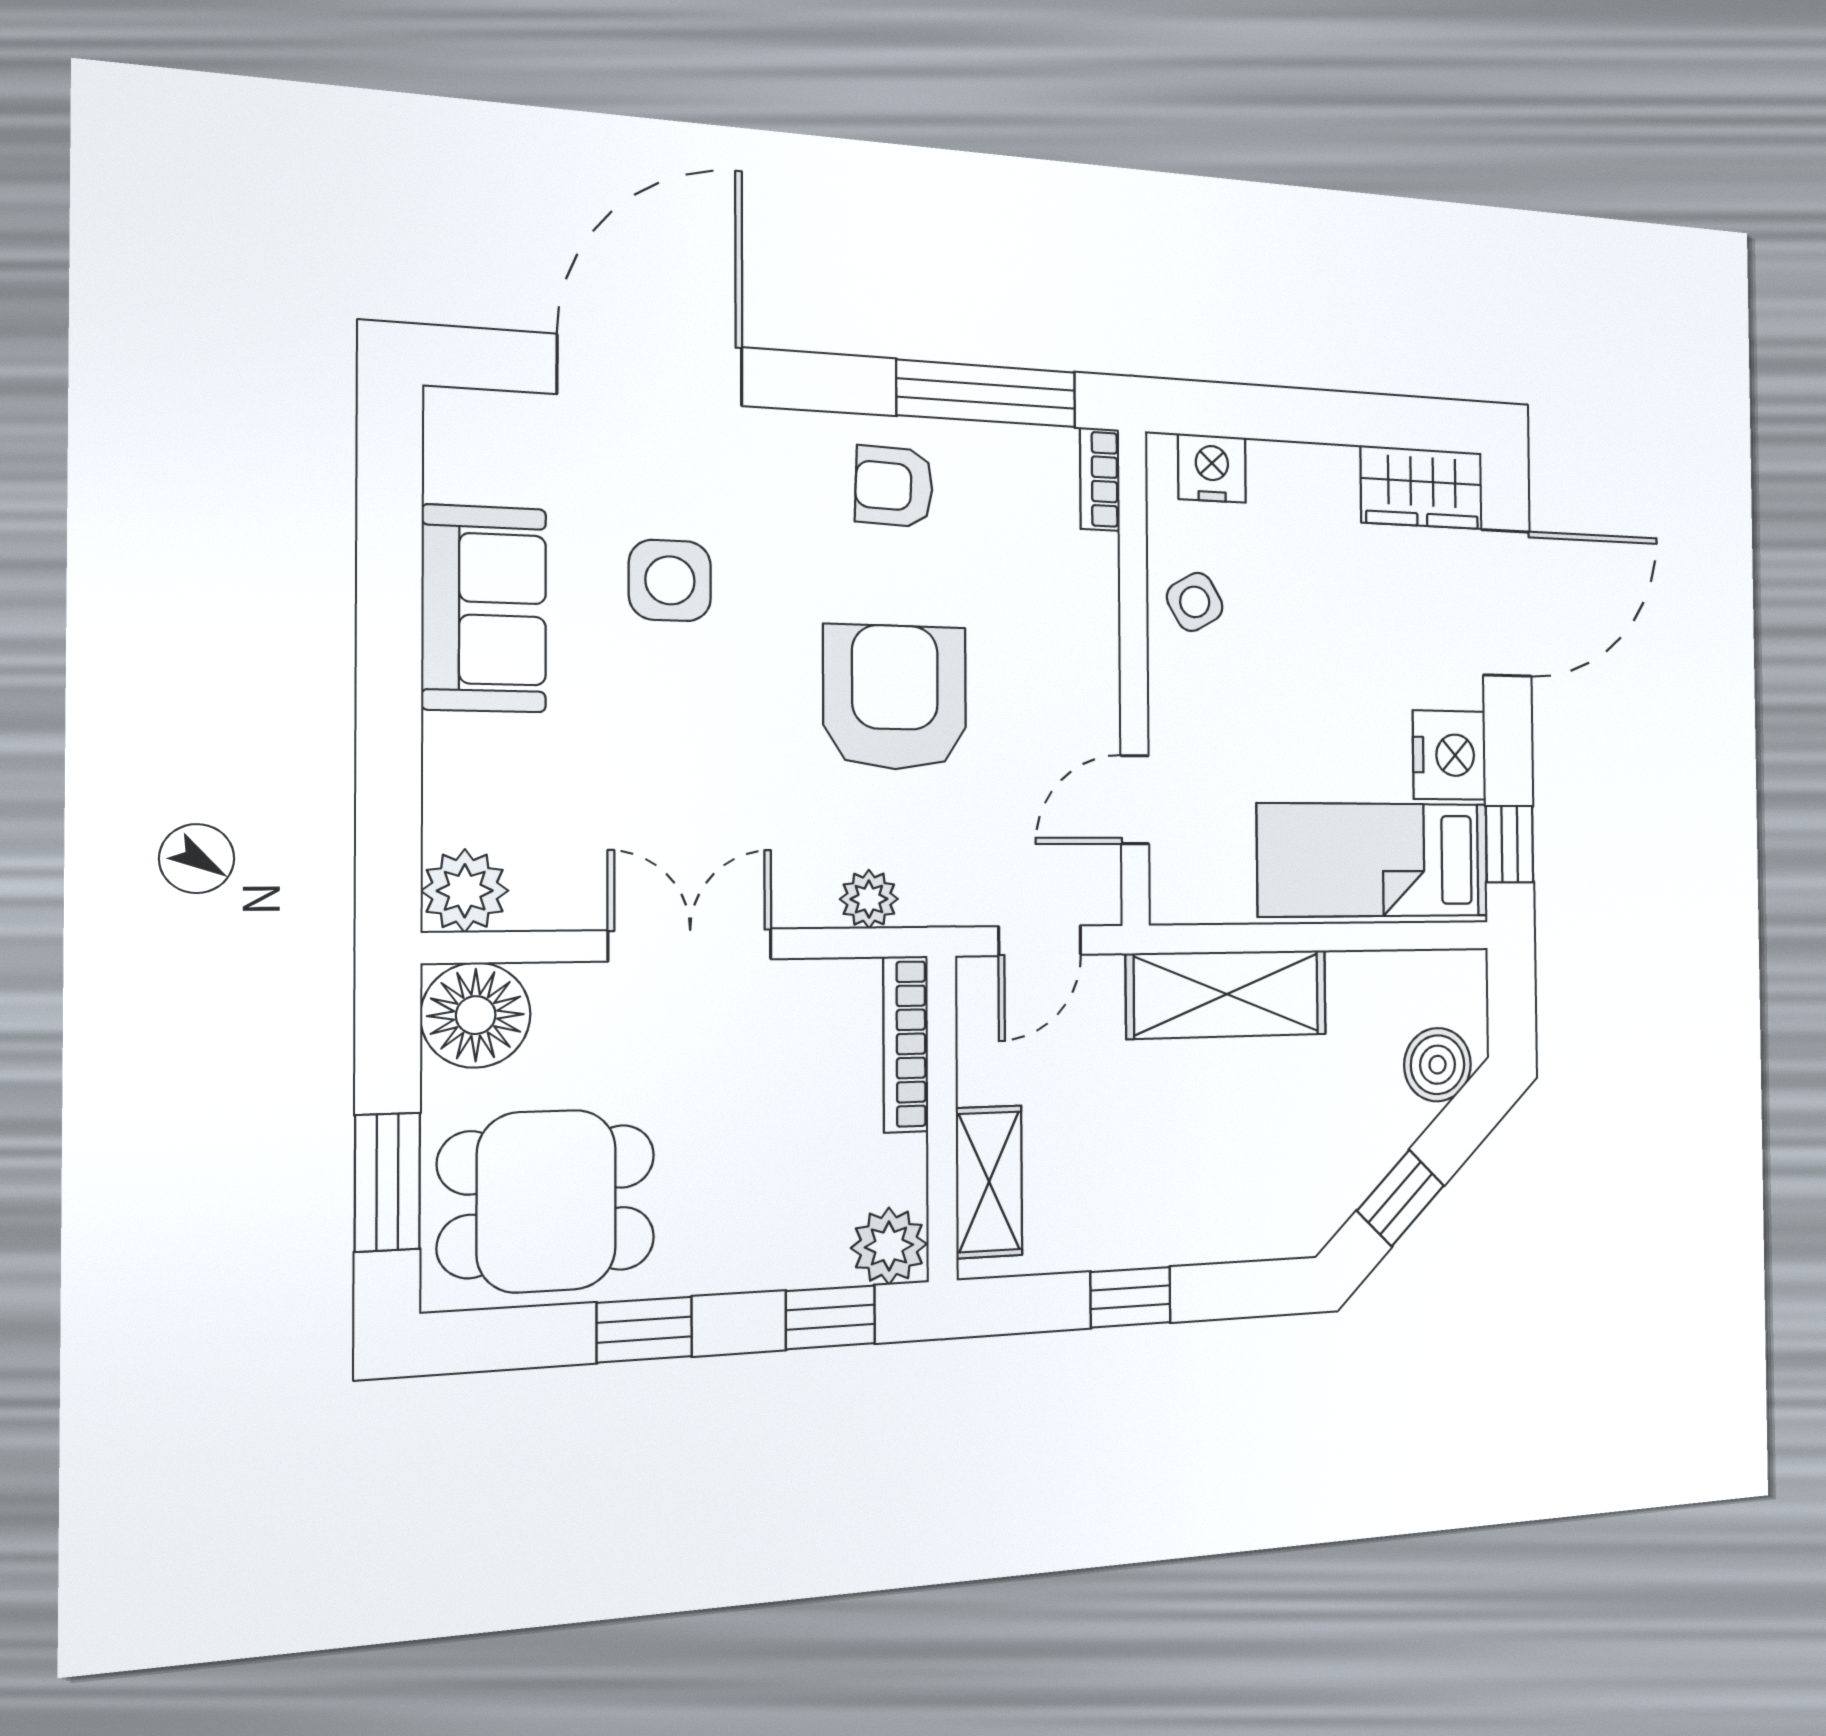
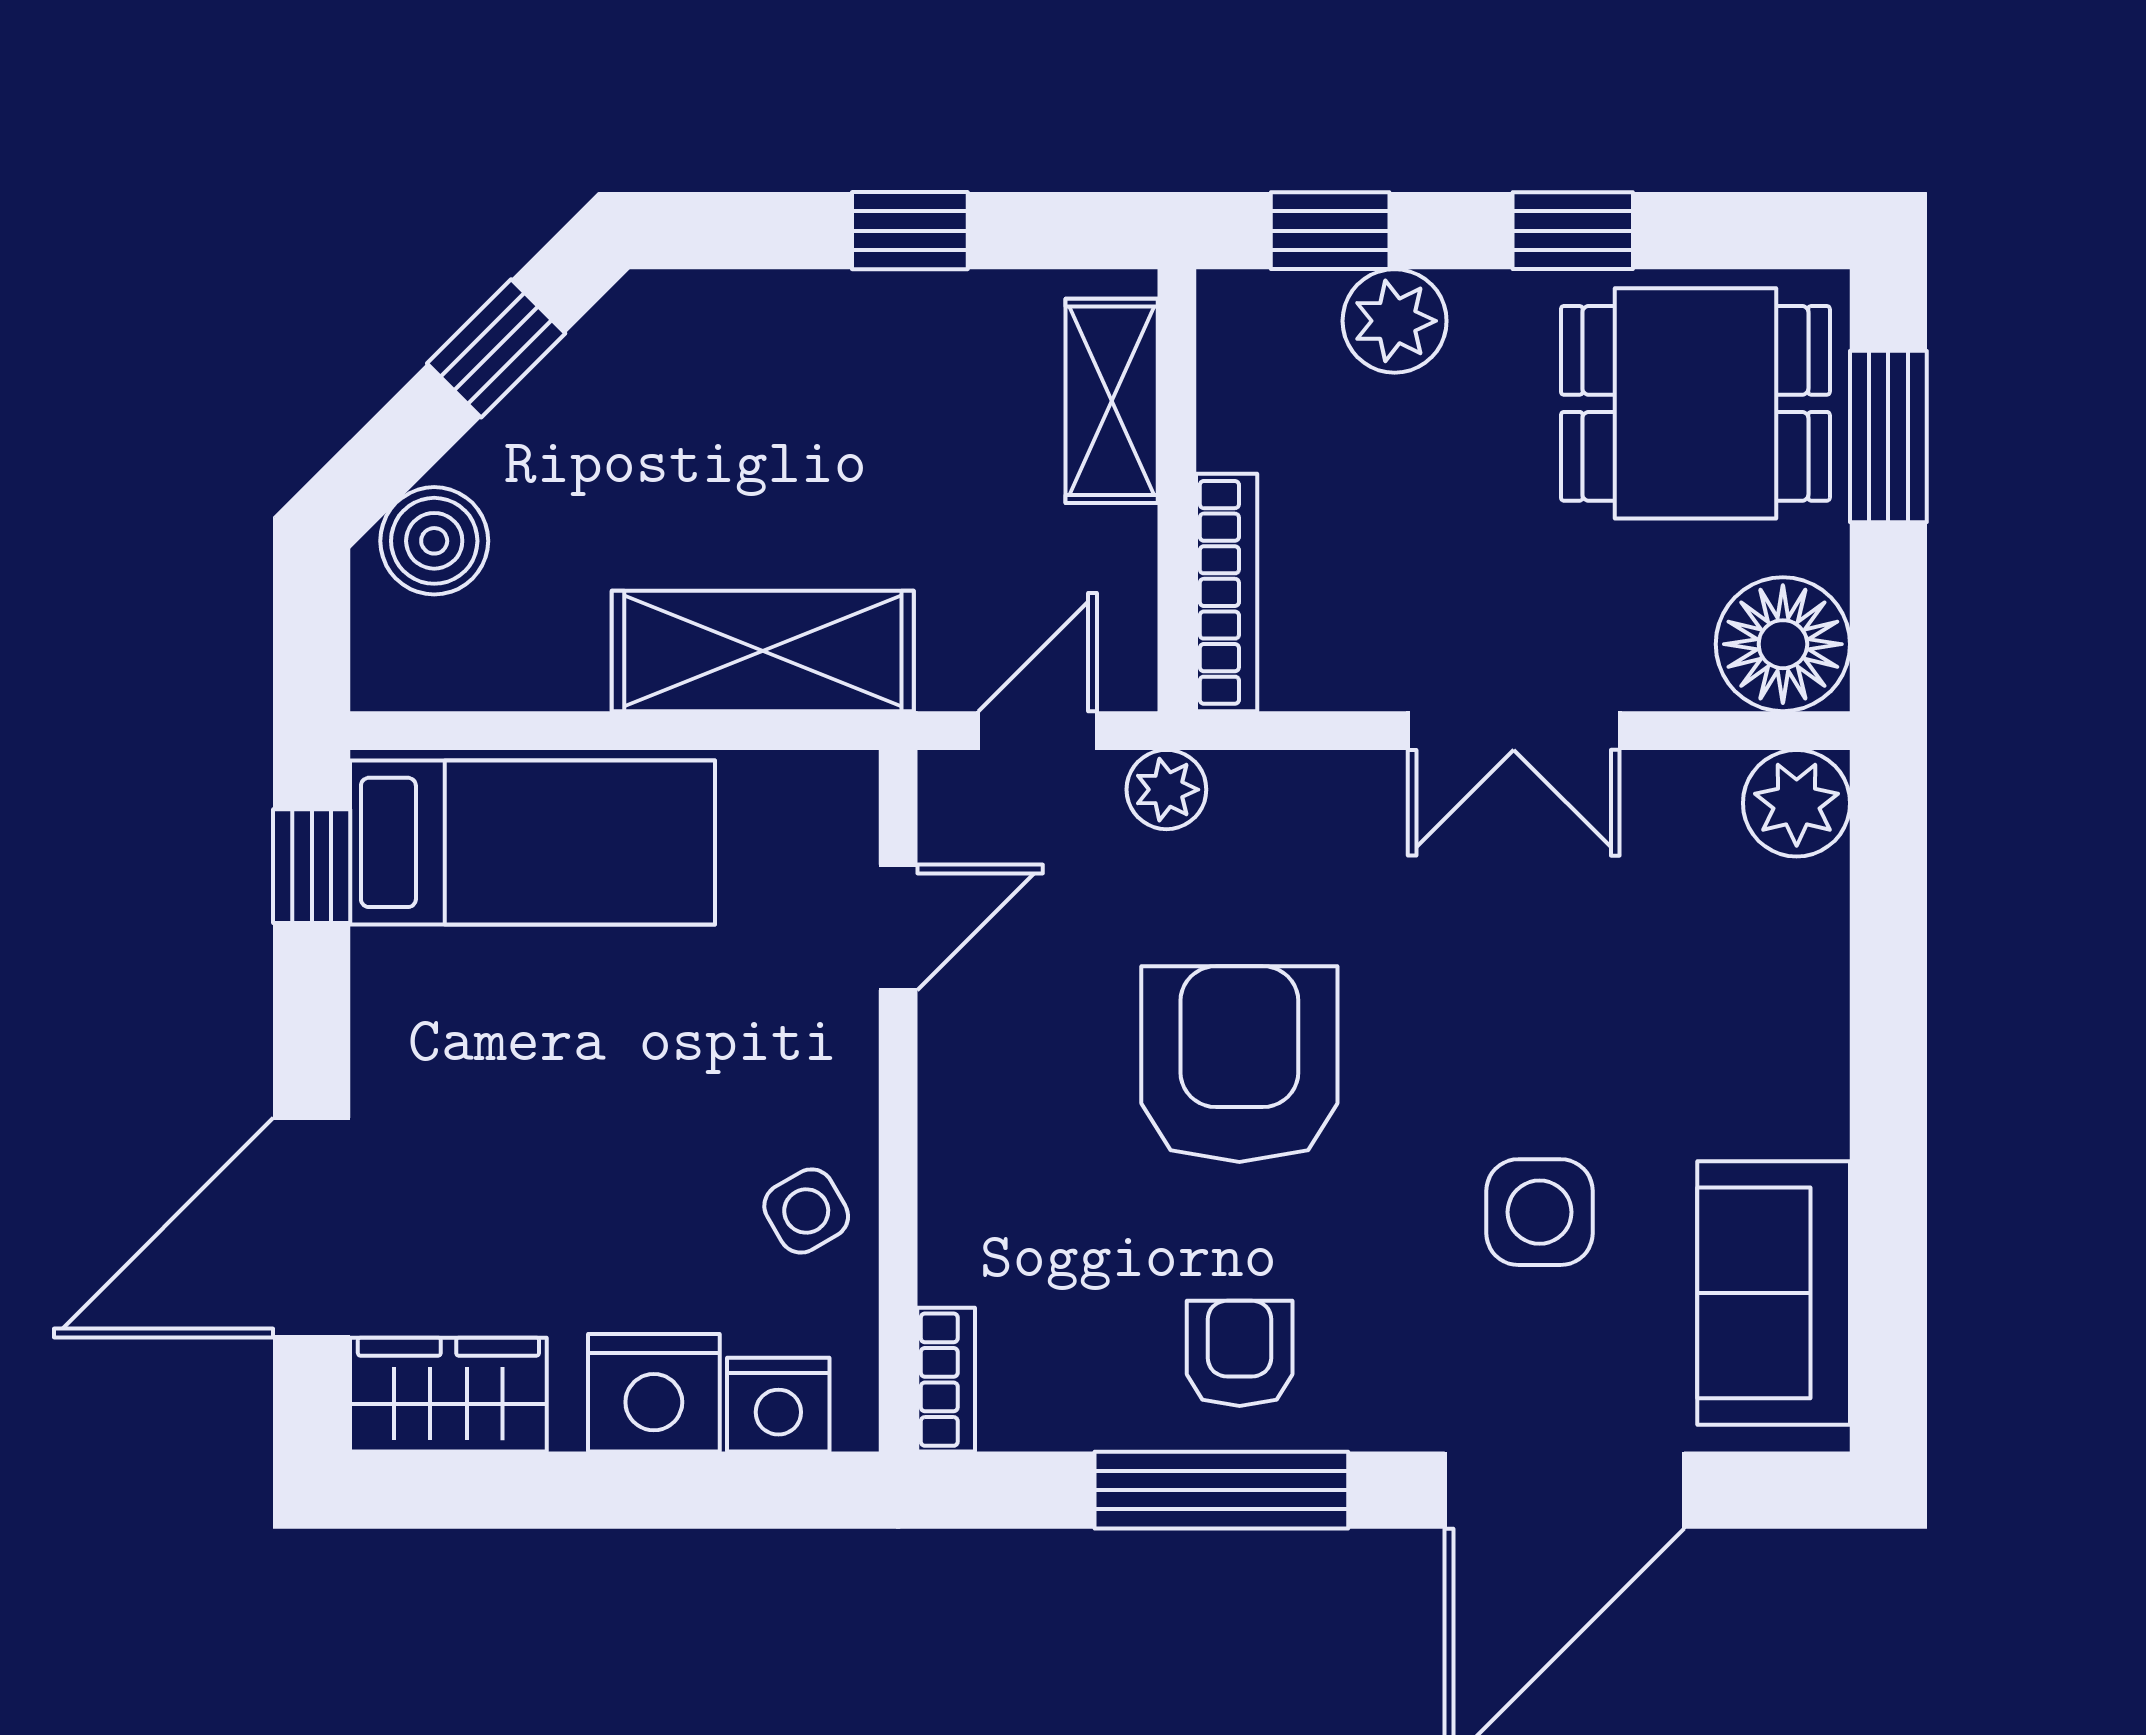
window: (987, 394) -> (1221, 1490), moved
armchair: (894, 486) -> (1240, 1353), turned -92
sofa: (484, 609) -> (1774, 1293), moved
armchair: (895, 697) -> (1239, 1064), turned 180
nightstand: (1449, 755) -> (654, 1393), moved, turned -90
plant: (869, 899) -> (1166, 790), moved
plant: (889, 1246) -> (1395, 321), moved

